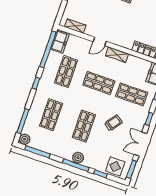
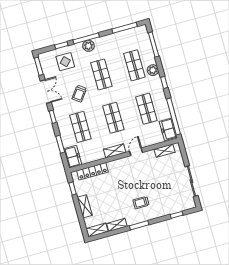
shop shelf: (99, 83) -> (113, 118), turned 90
shop shelf: (132, 94) -> (80, 127), turned 90
plant: (25, 139) -> (153, 70), moved
display table: (115, 166) -> (65, 62), moved

